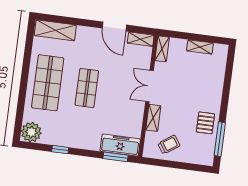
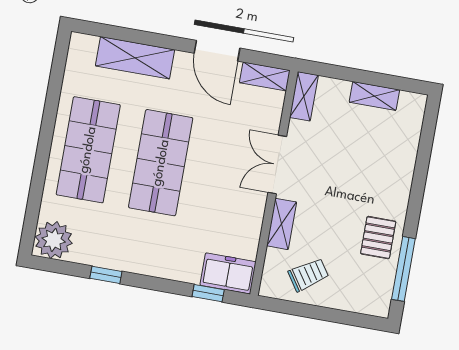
shelving: (55, 30) -> (135, 58), moved
shop shelf: (87, 88) -> (161, 163), width x1.43, depth x1.36
freezer: (120, 145) -> (228, 273), width x0.71
window: (115, 157) -> (208, 293), width x0.67

